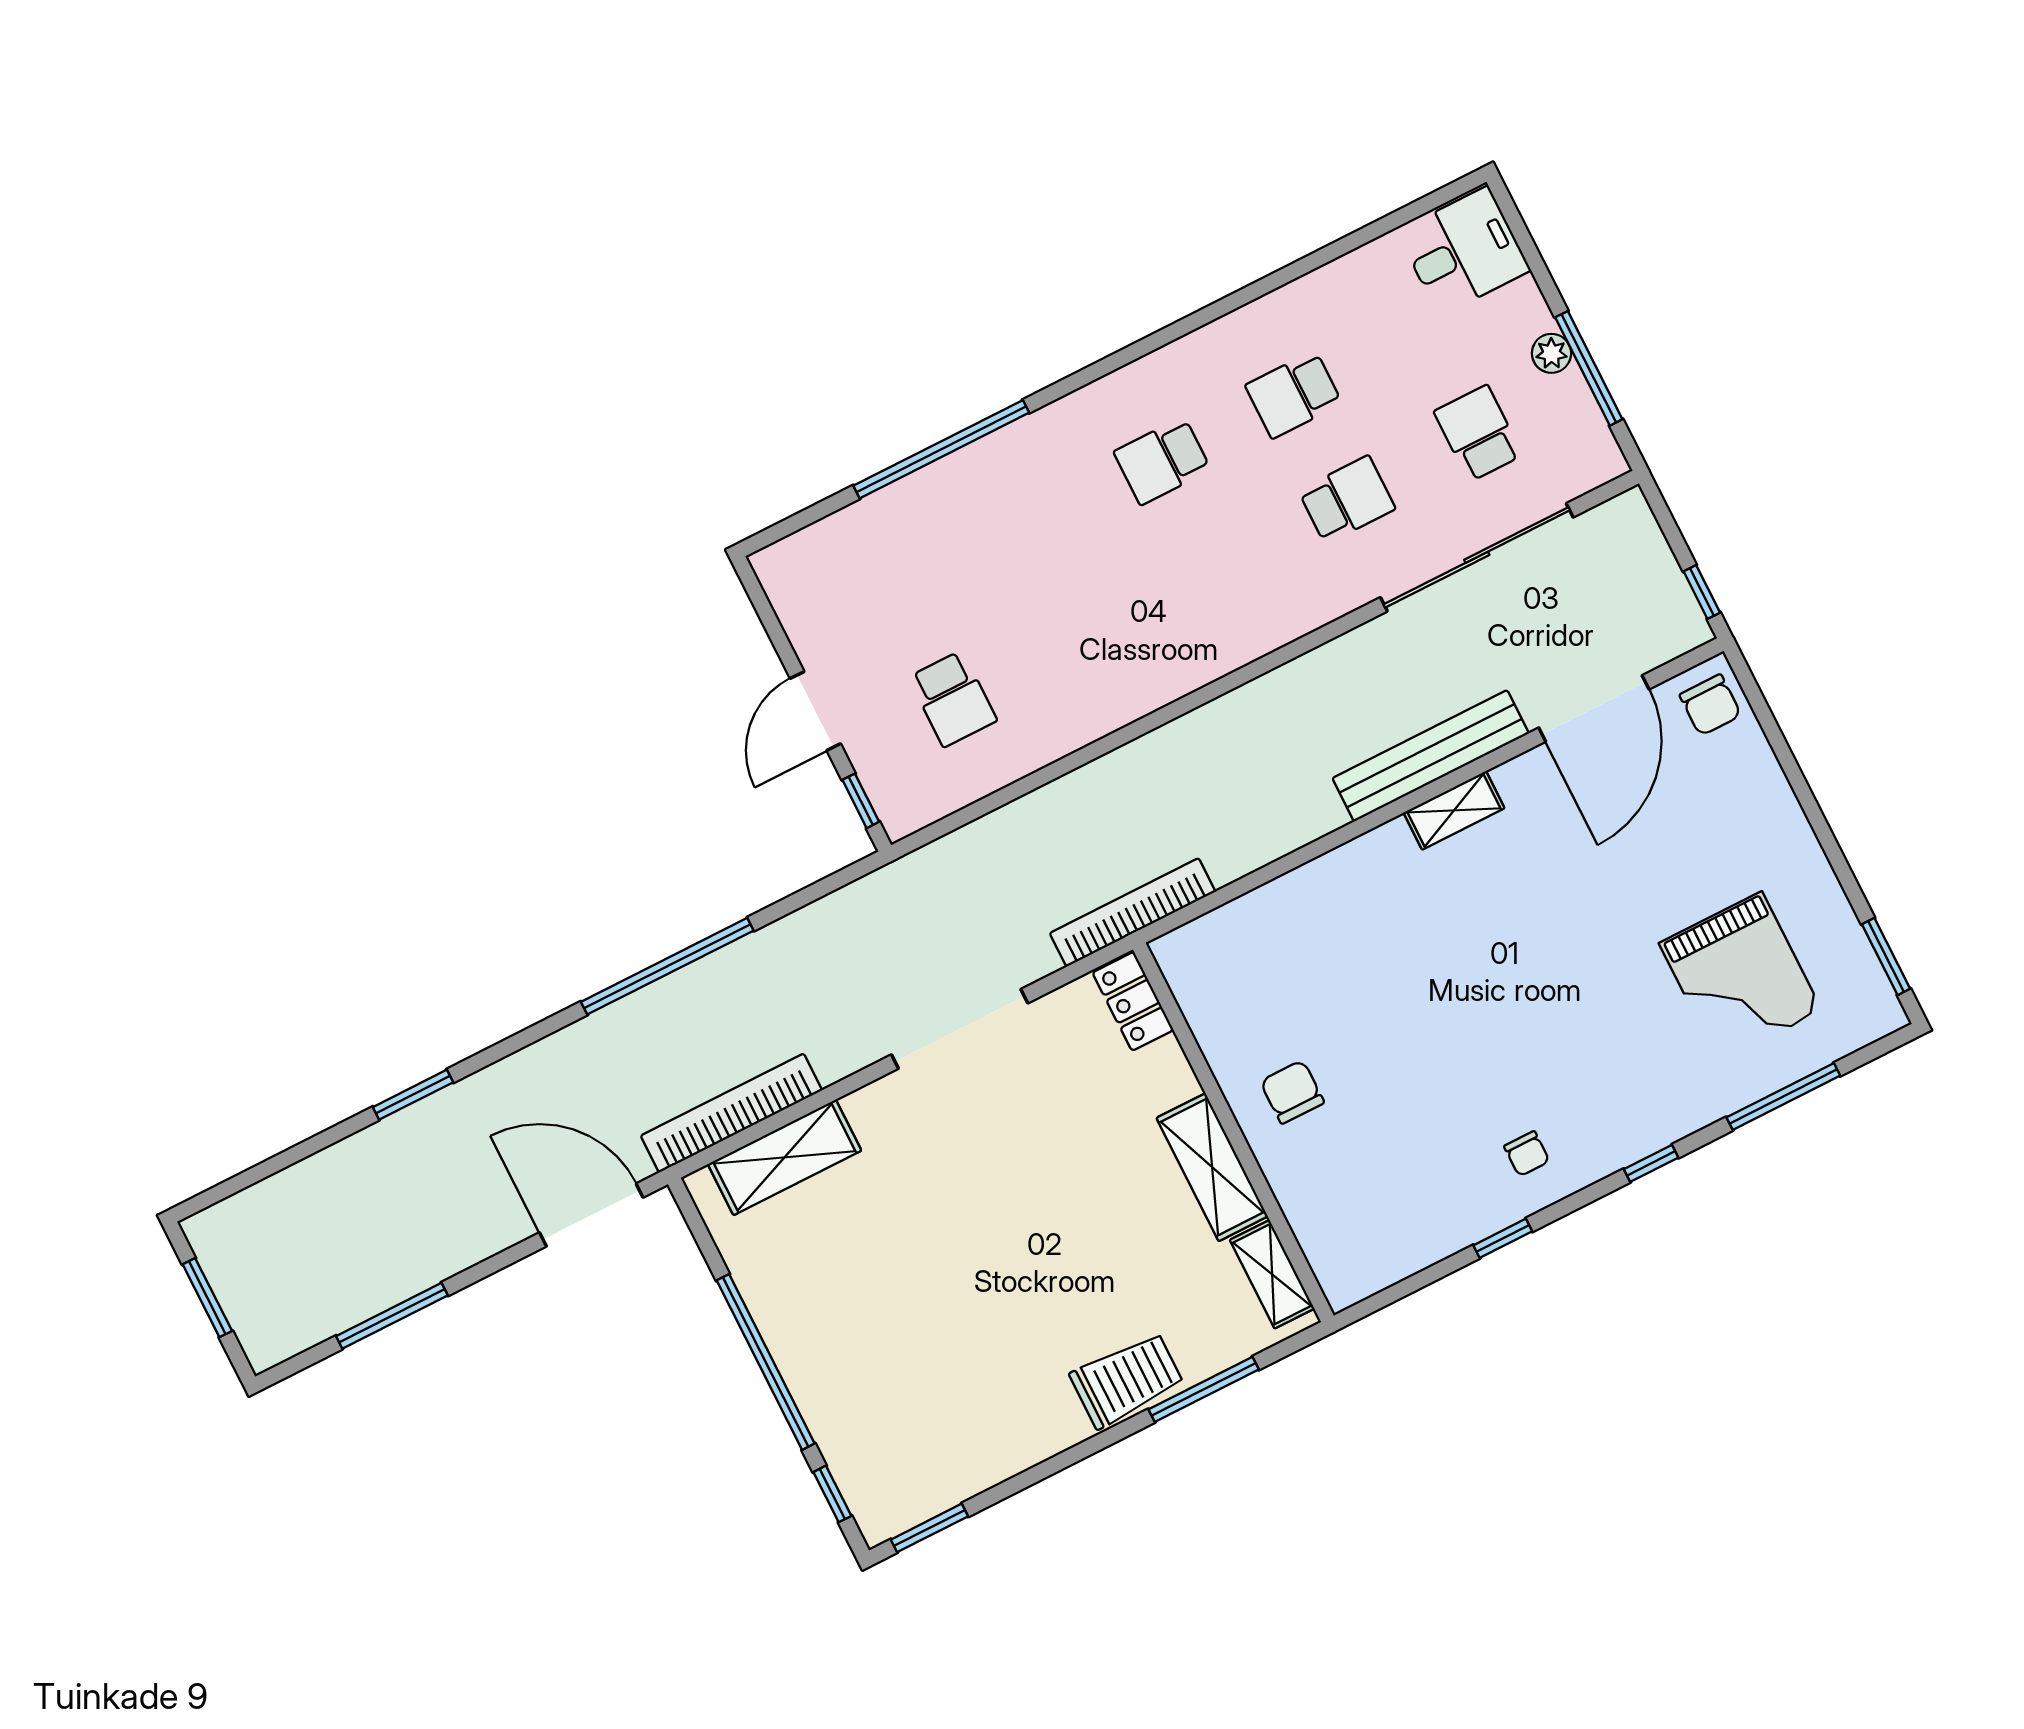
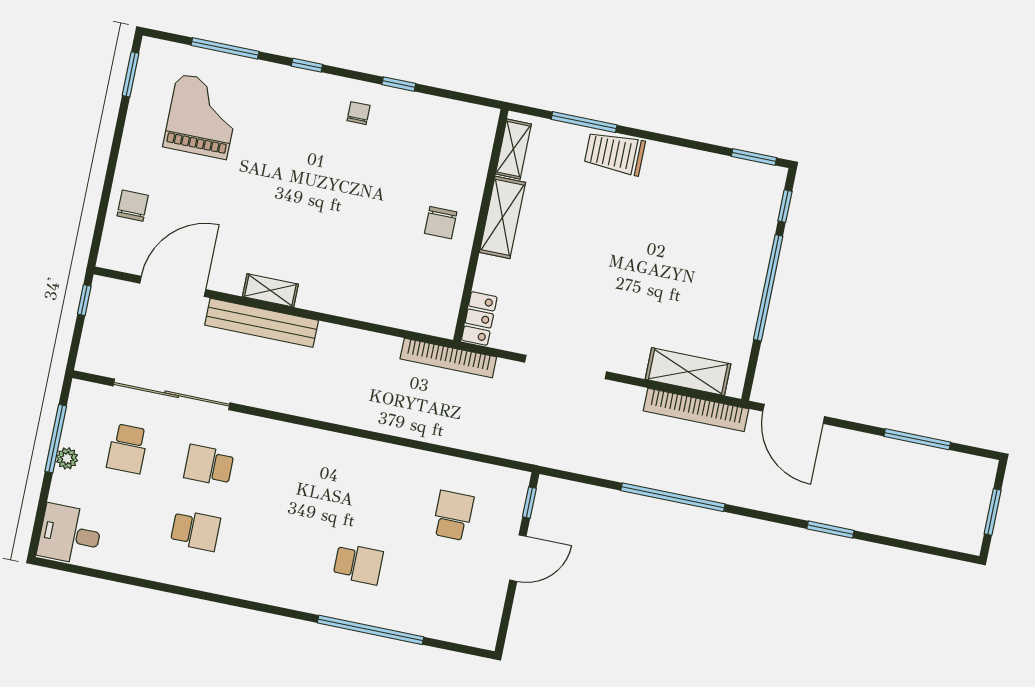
school desk: (1162, 461) -> (358, 564), moved
chair: (1710, 705) -> (133, 206), moved

